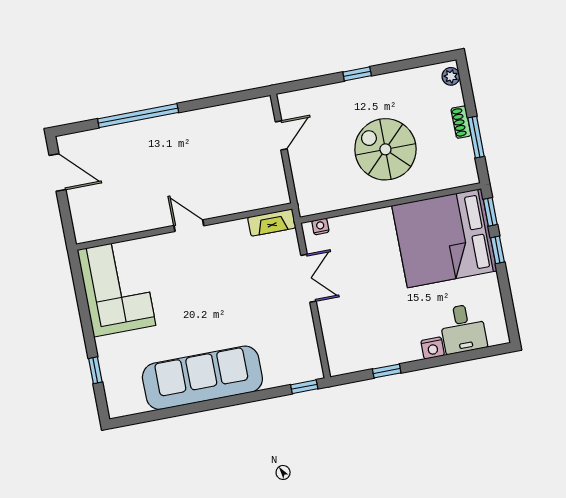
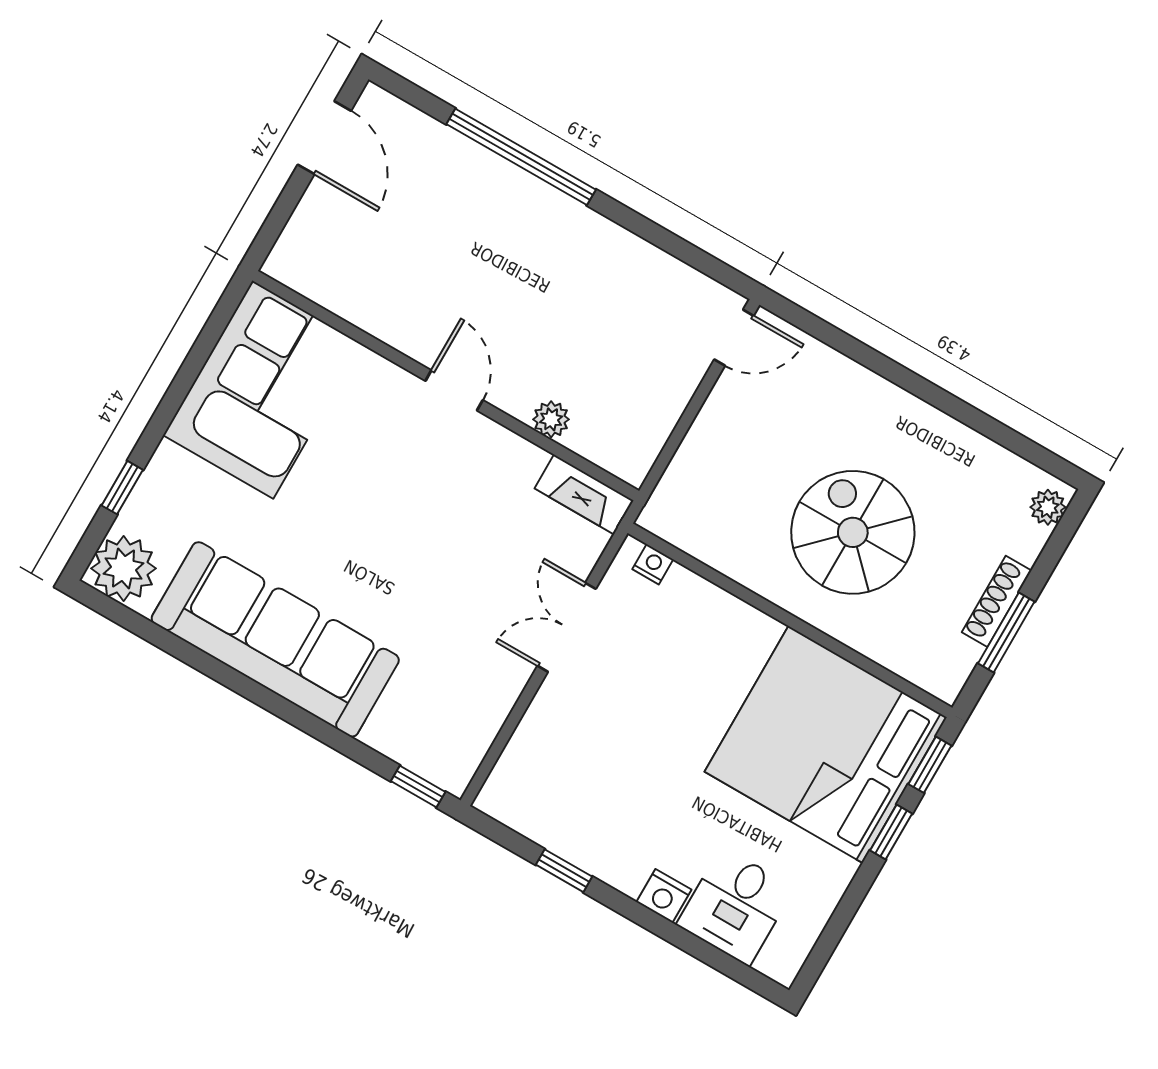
window: (357, 74) -> (908, 380), removed
shoe rack: (461, 122) -> (997, 601), width x1.43
door: (281, 135) -> (734, 338), moved
plant: (235, 205) -> (551, 419), added
double door: (308, 278) -> (567, 627), swing flipped
plant: (122, 400) -> (124, 568), added

